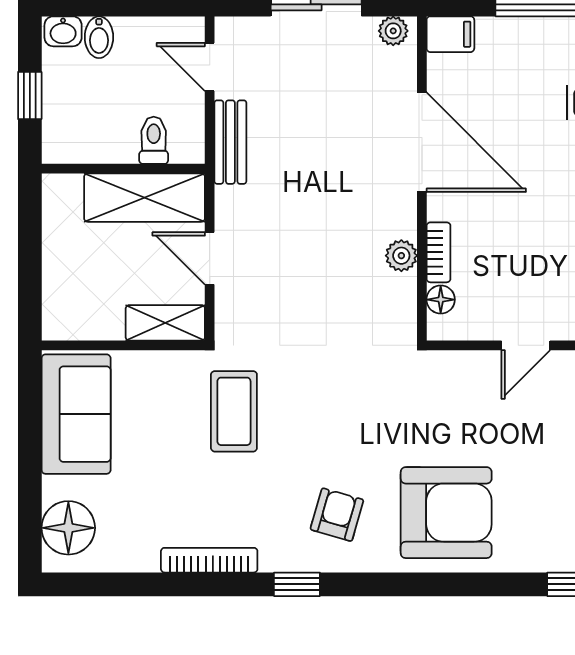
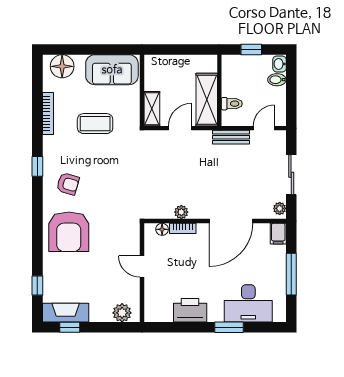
coffee table: (234, 411) -> (95, 124), moved
bookcase: (209, 560) -> (48, 114), moved

